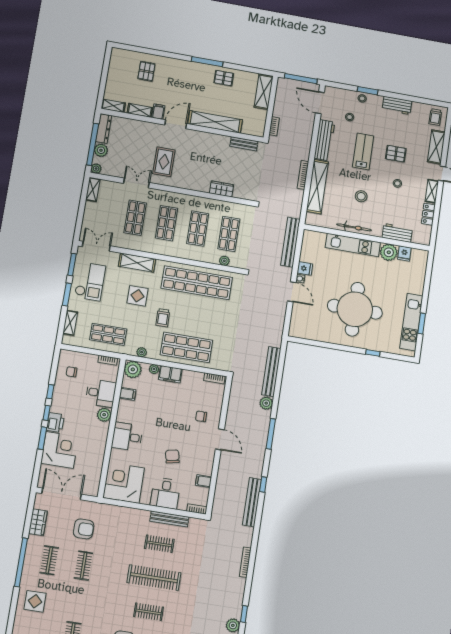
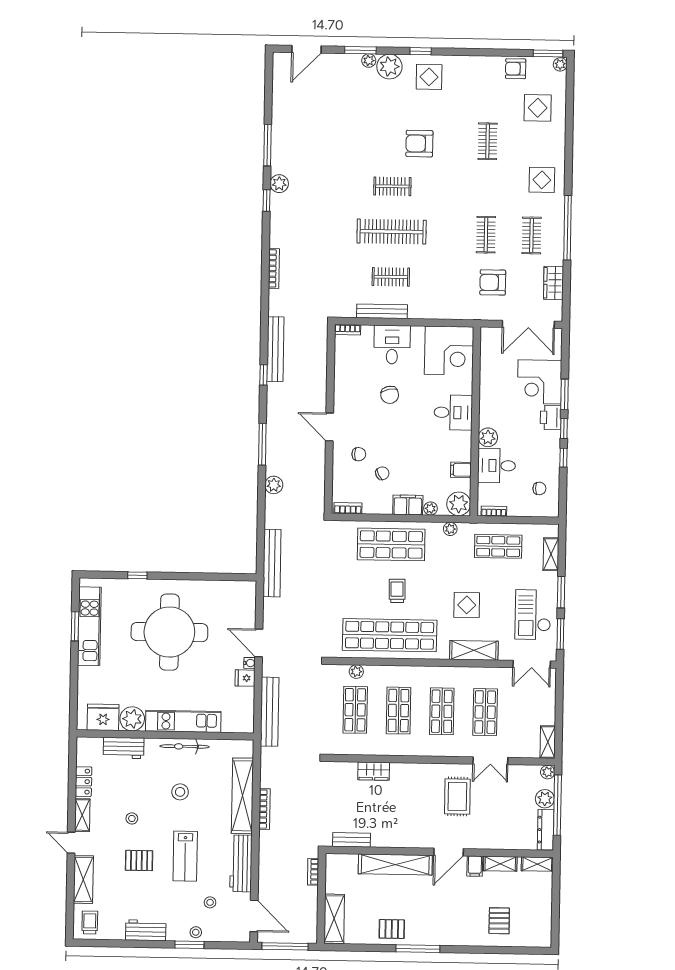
fridge: (404, 253) -> (103, 717), width x1.88, depth x1.34
trolley: (163, 318) -> (397, 591), moved
bench: (271, 372) -> (272, 563), moved
chair: (186, 400) -> (382, 473), added
filing cabinet: (203, 481) -> (344, 368), removed

